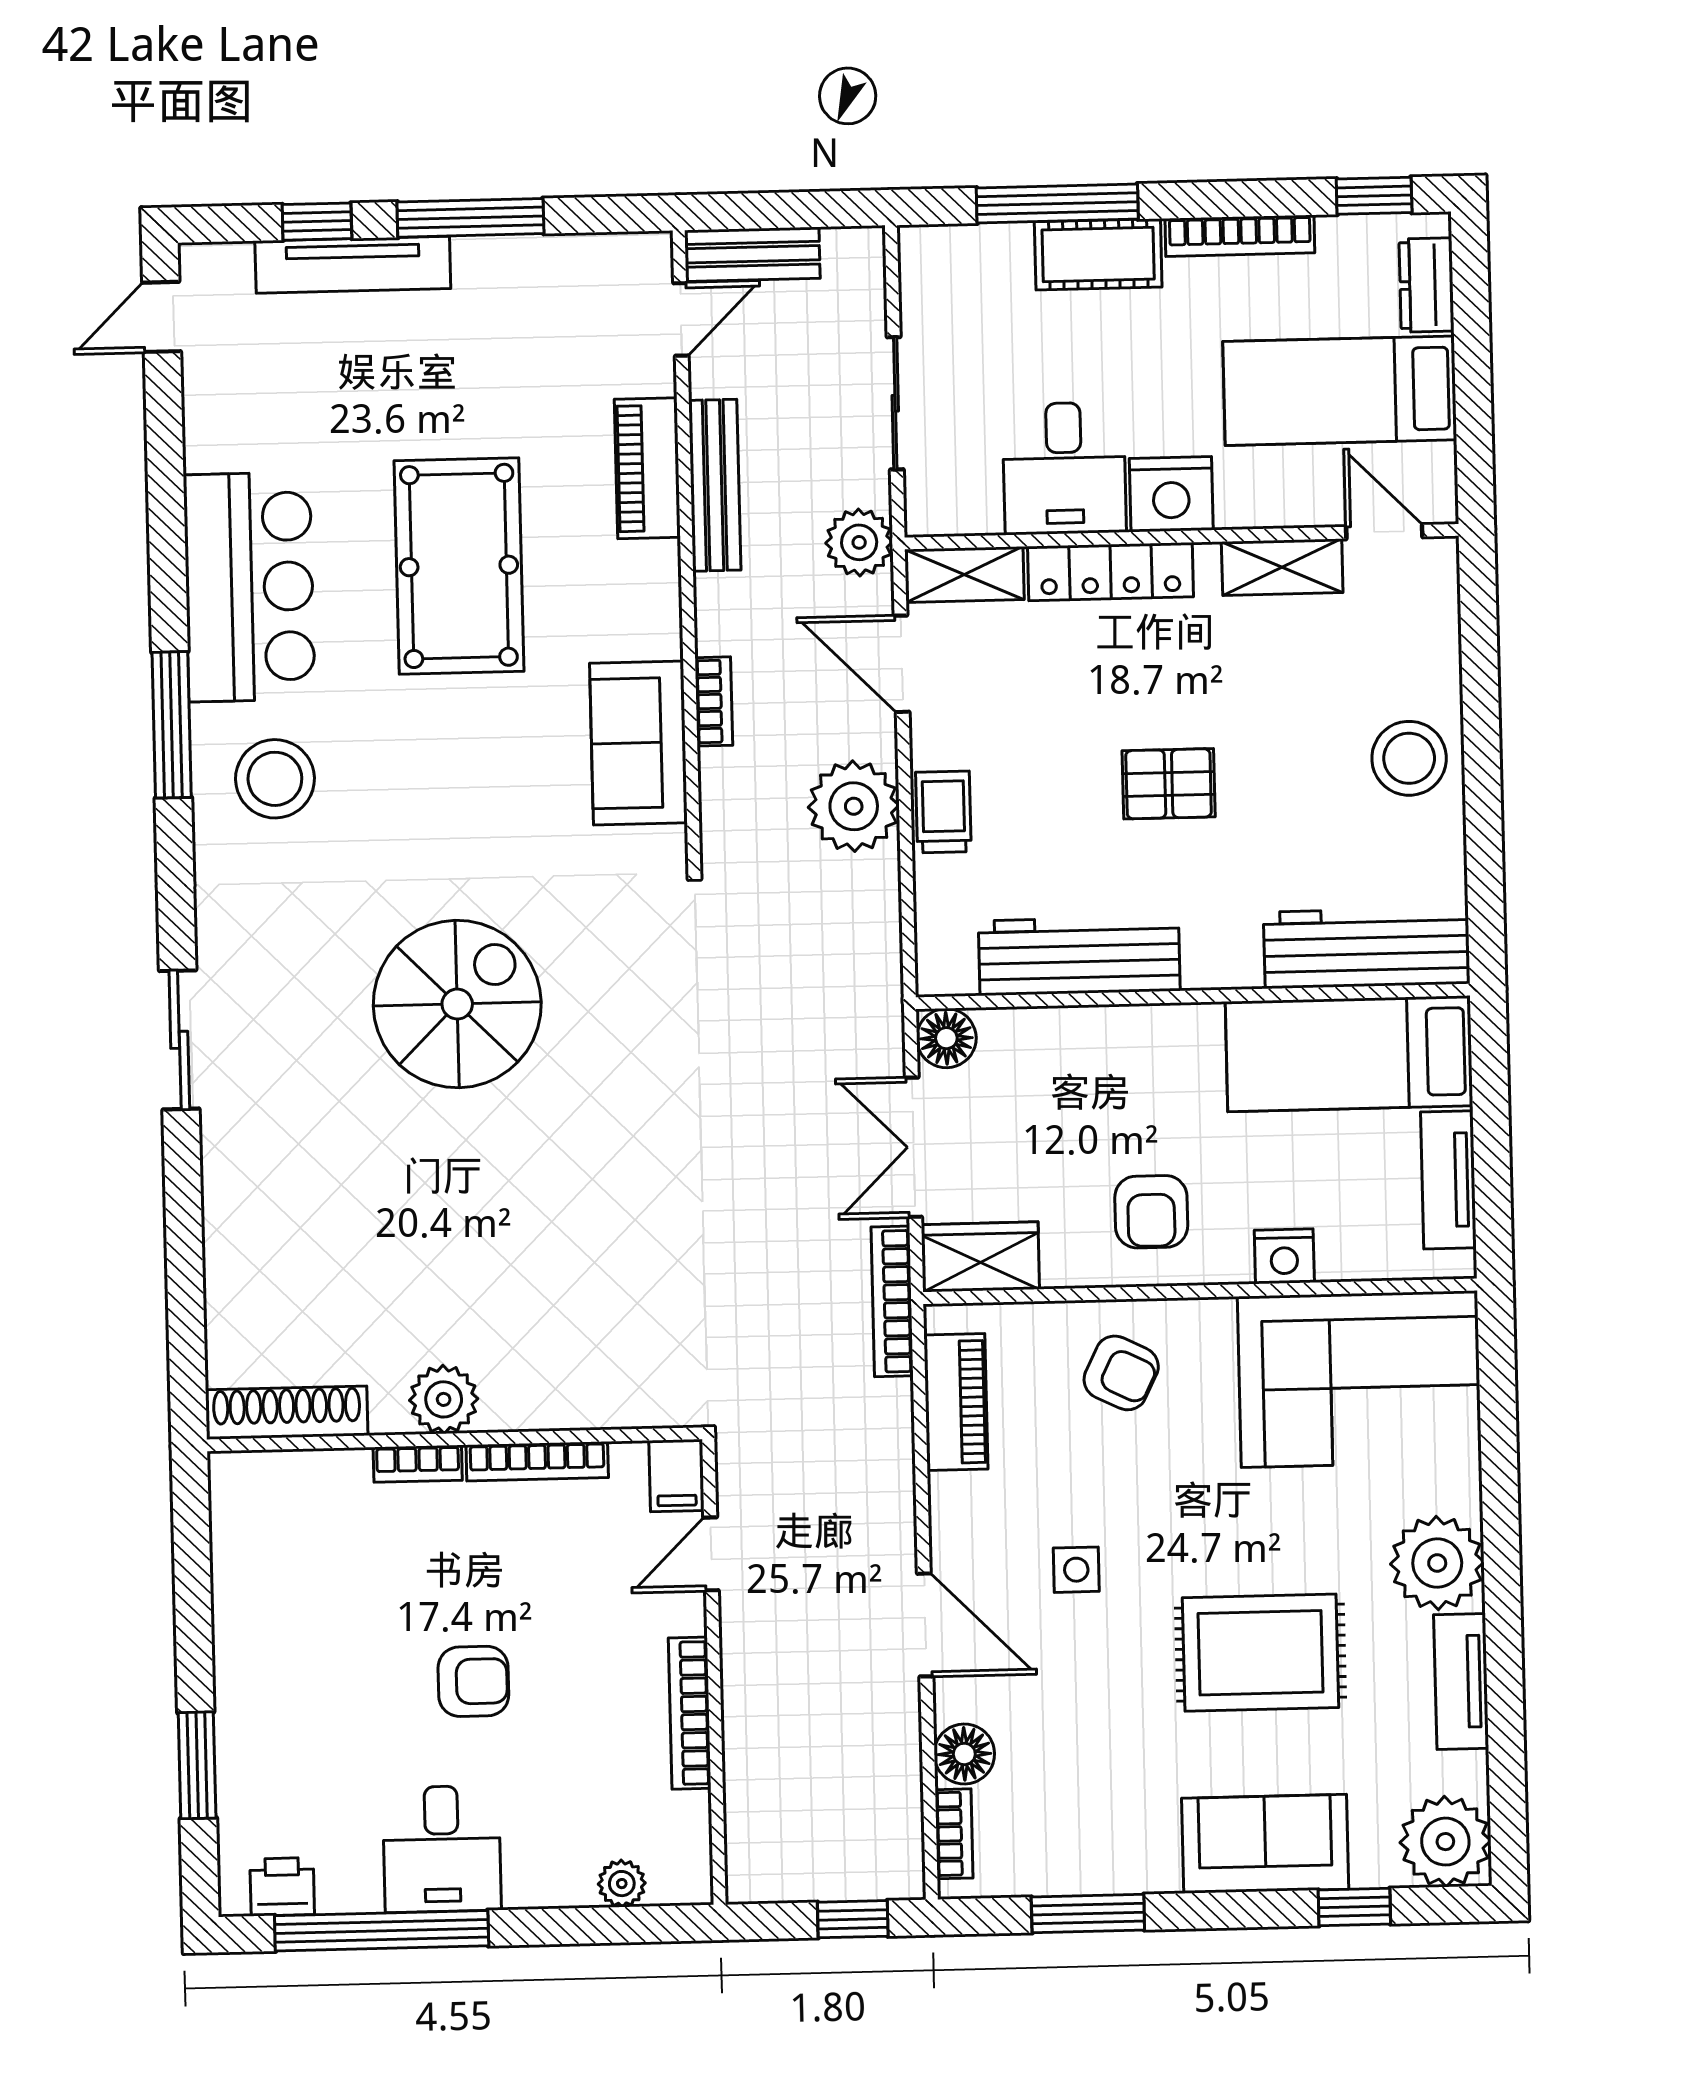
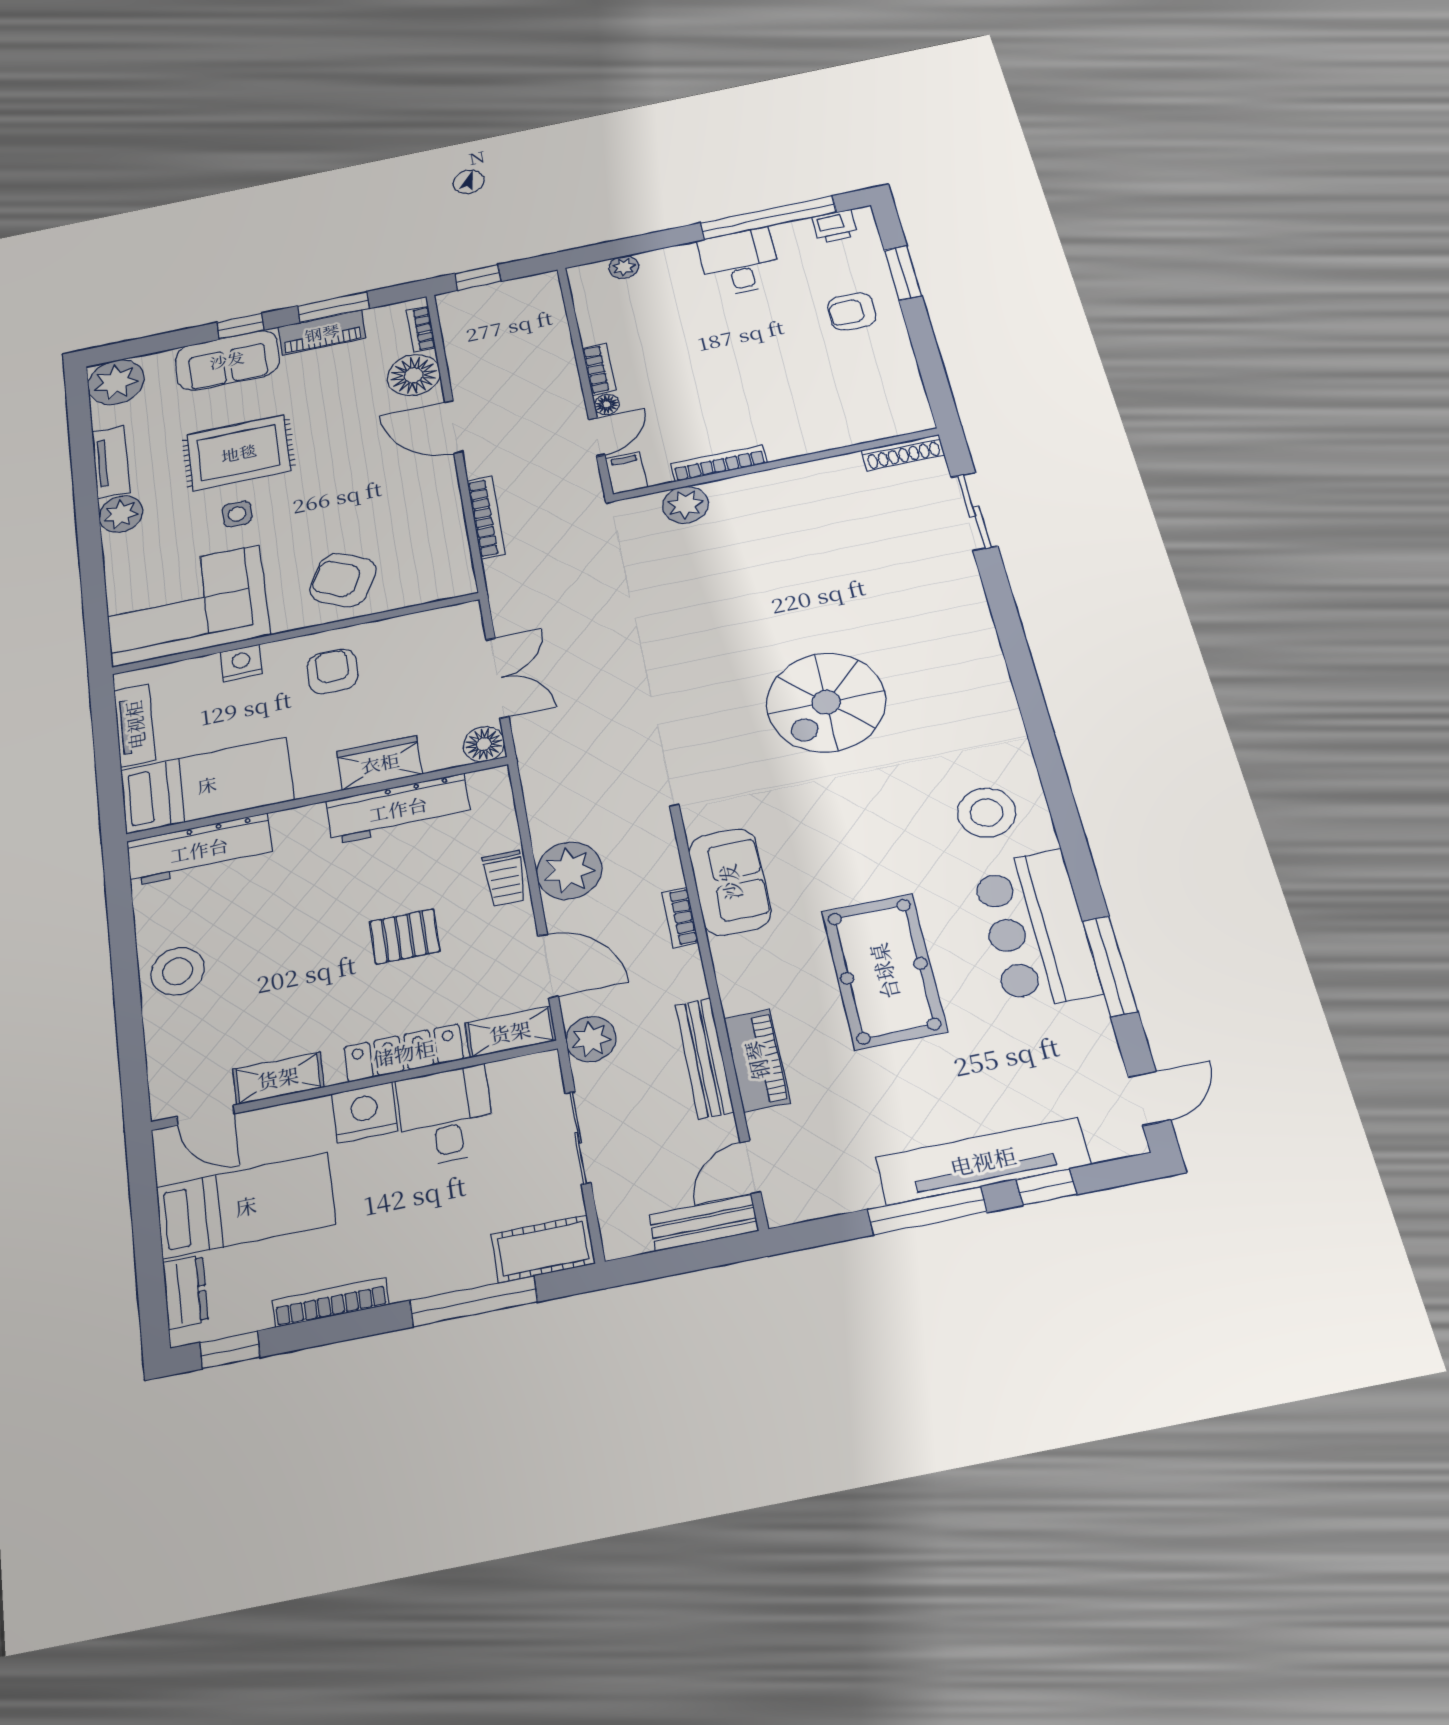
cot: (1098, 254) -> (543, 1249), moved
tv unit: (353, 265) -> (983, 1161), width x1.36, depth x1.29
window: (172, 725) -> (1110, 966), moved
pallet: (1169, 784) -> (405, 936), moved
sliding door: (179, 1040) -> (974, 511), moved
wardrobe: (980, 1257) -> (380, 763), moved, turned 180
bookcase: (892, 1301) -> (486, 517), moved
armchair: (1121, 1373) -> (343, 580), width x1.38, depth x1.38
plant: (444, 1399) -> (685, 505), moved
piano: (956, 1402) -> (322, 333), moved, turned -90
shoe rack: (287, 1413) -> (903, 453), width x0.74, depth x0.81
bookcase: (418, 1464) -> (797, 448), removed
plant: (1437, 1563) -> (121, 514), width x0.73, depth x0.73
side table: (1076, 1570) -> (237, 514), moved
floor lamp: (687, 1613) -> (607, 405), added
armchair: (473, 1681) -> (852, 312), moved
bookcase: (690, 1713) -> (599, 369), width x0.64
floor lamp: (964, 1754) -> (414, 375), width x1.38, depth x1.38
window: (1354, 1907) -> (240, 326), moved

